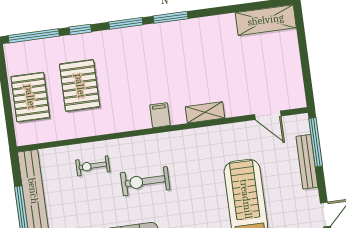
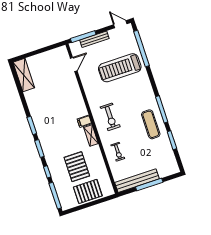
pallet: (80, 86) -> (77, 167), turned 90
shelving: (205, 112) -> (91, 135), moved
exercise bike: (145, 181) -> (110, 117), moved

